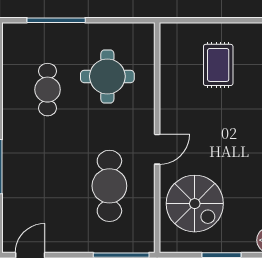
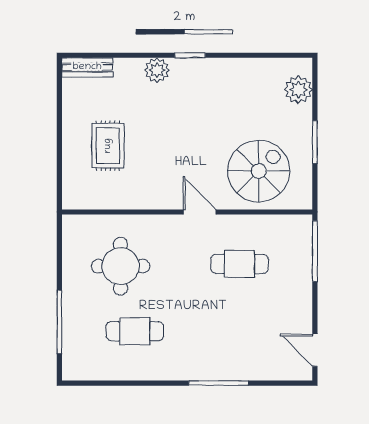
rug: (218, 65) -> (108, 146), turned 90
cafe table: (109, 186) -> (240, 264), width x0.73, depth x0.74

